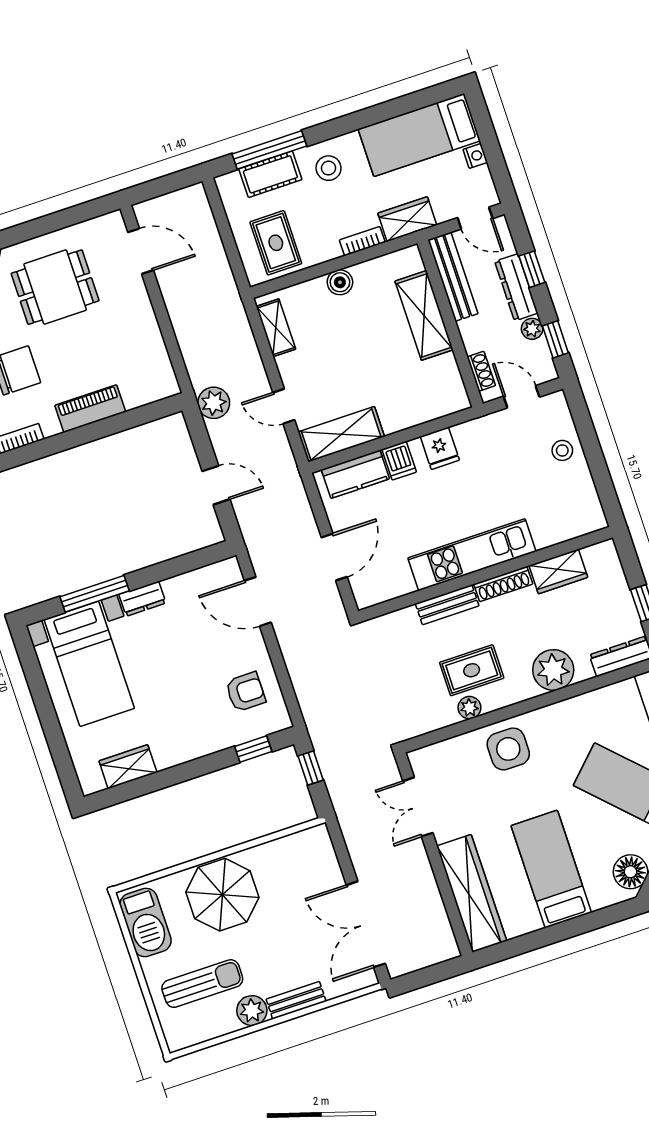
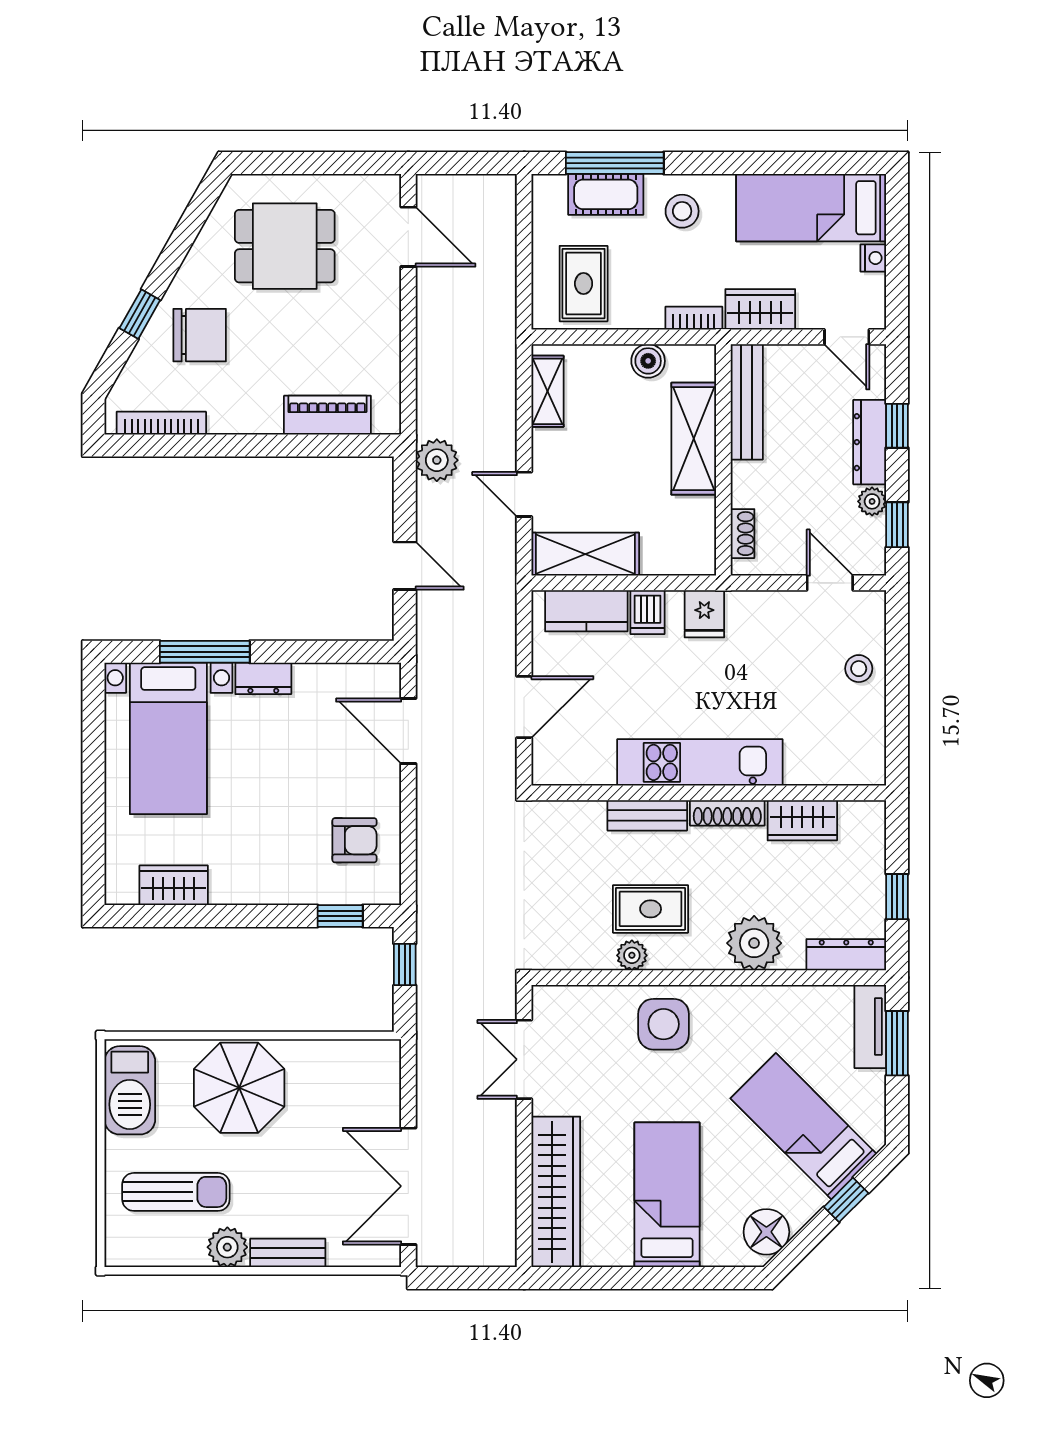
bench: (453, 277) -> (747, 402), moved
shelving: (424, 315) -> (694, 439), moved
wall: (450, 323) -> (723, 460), moved
shoe rack: (481, 371) -> (742, 534), moved
piano: (90, 409) -> (327, 415), moved

